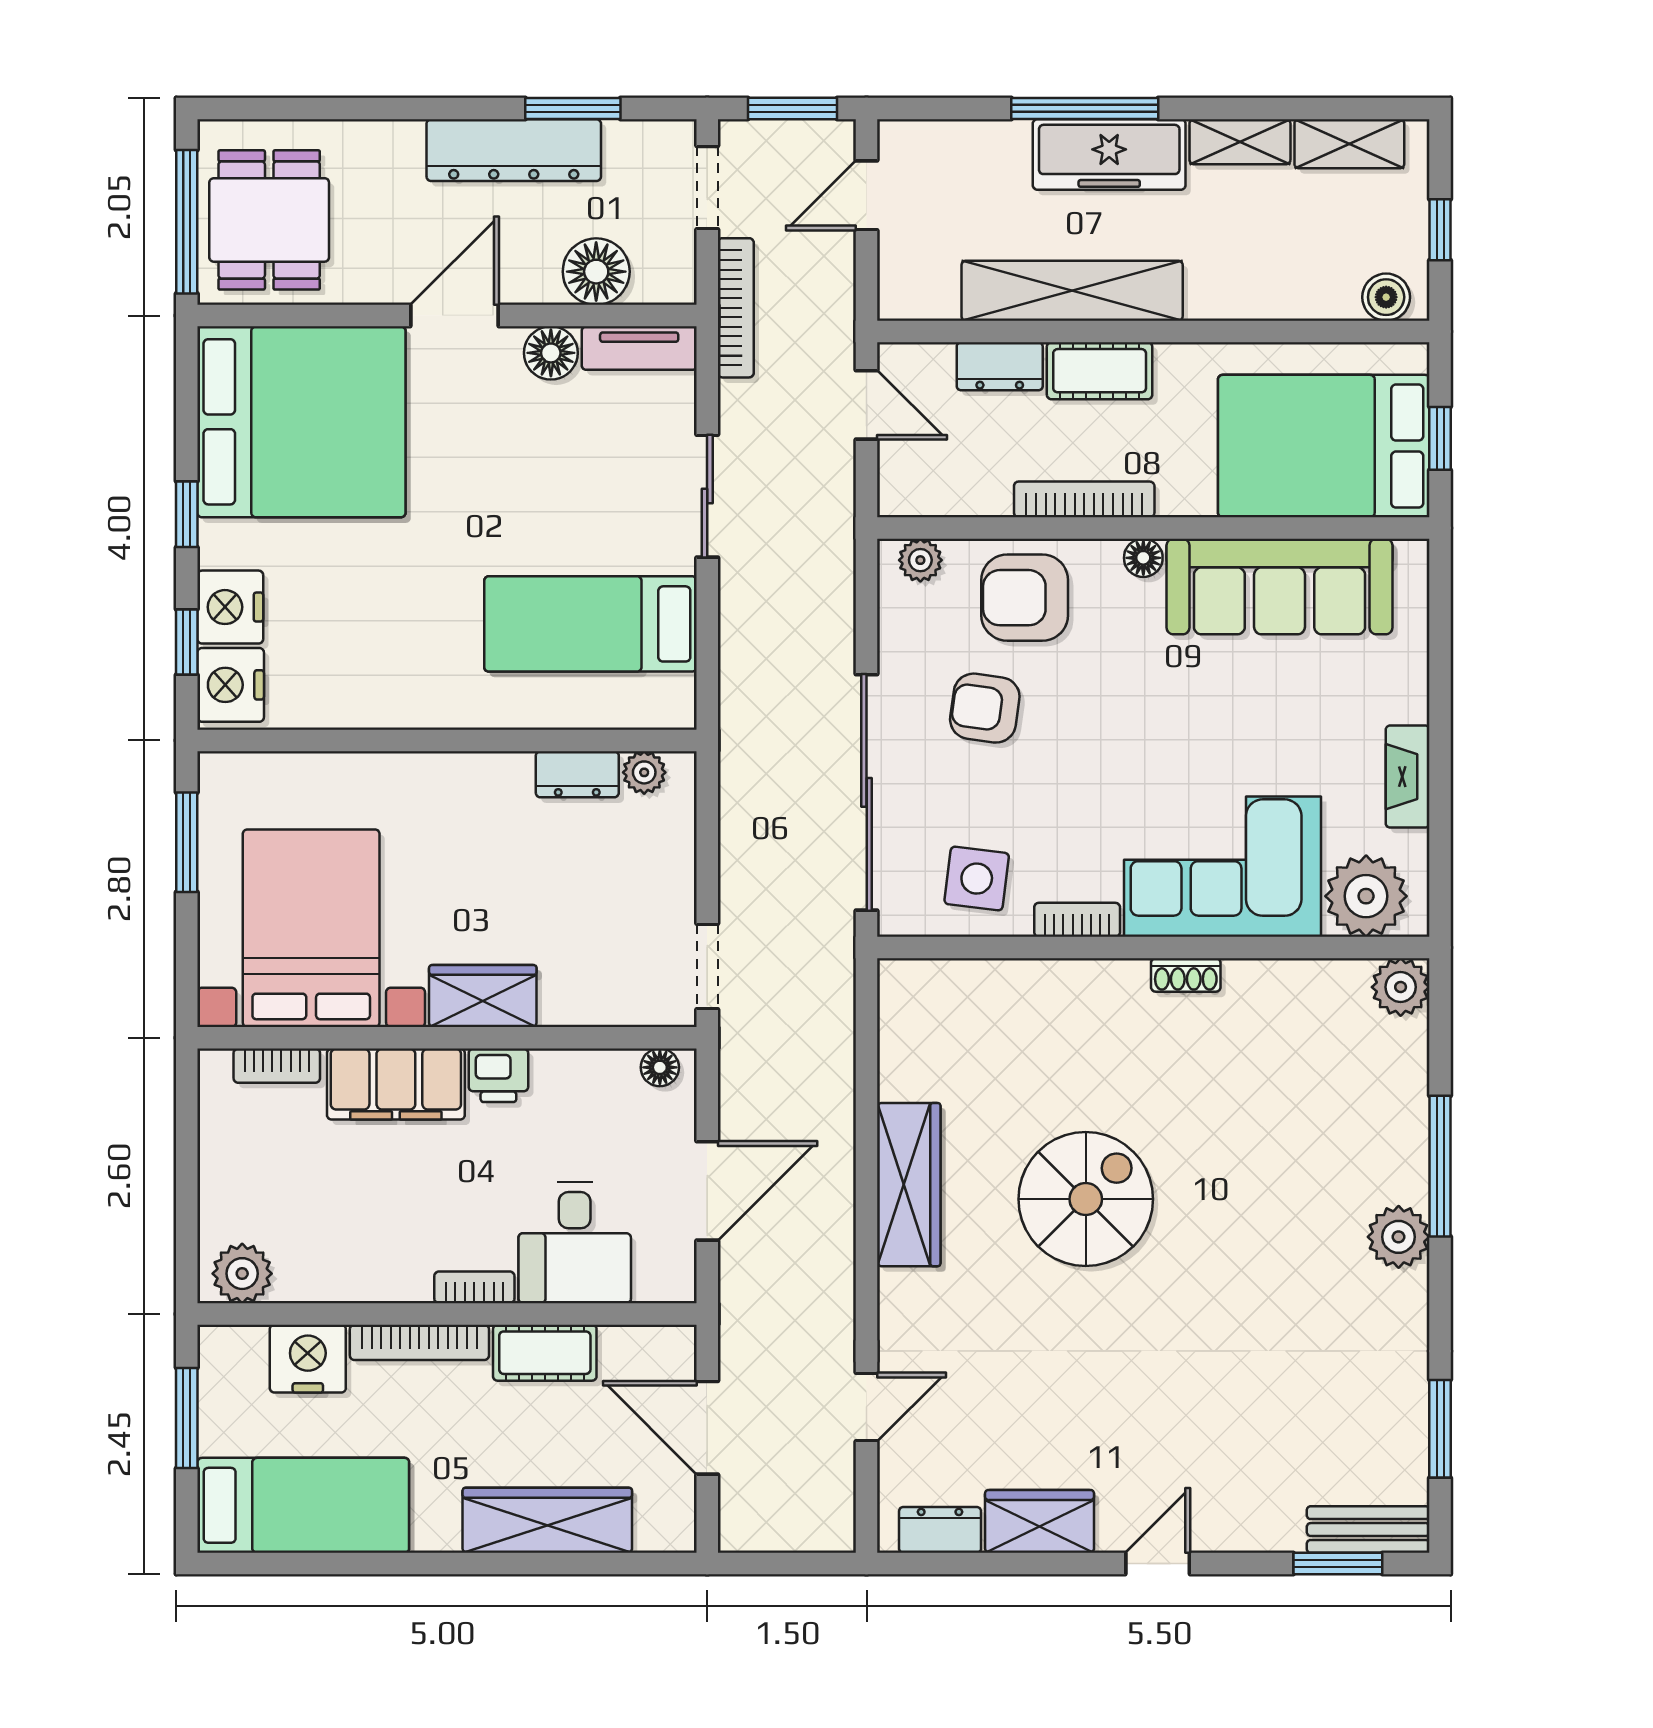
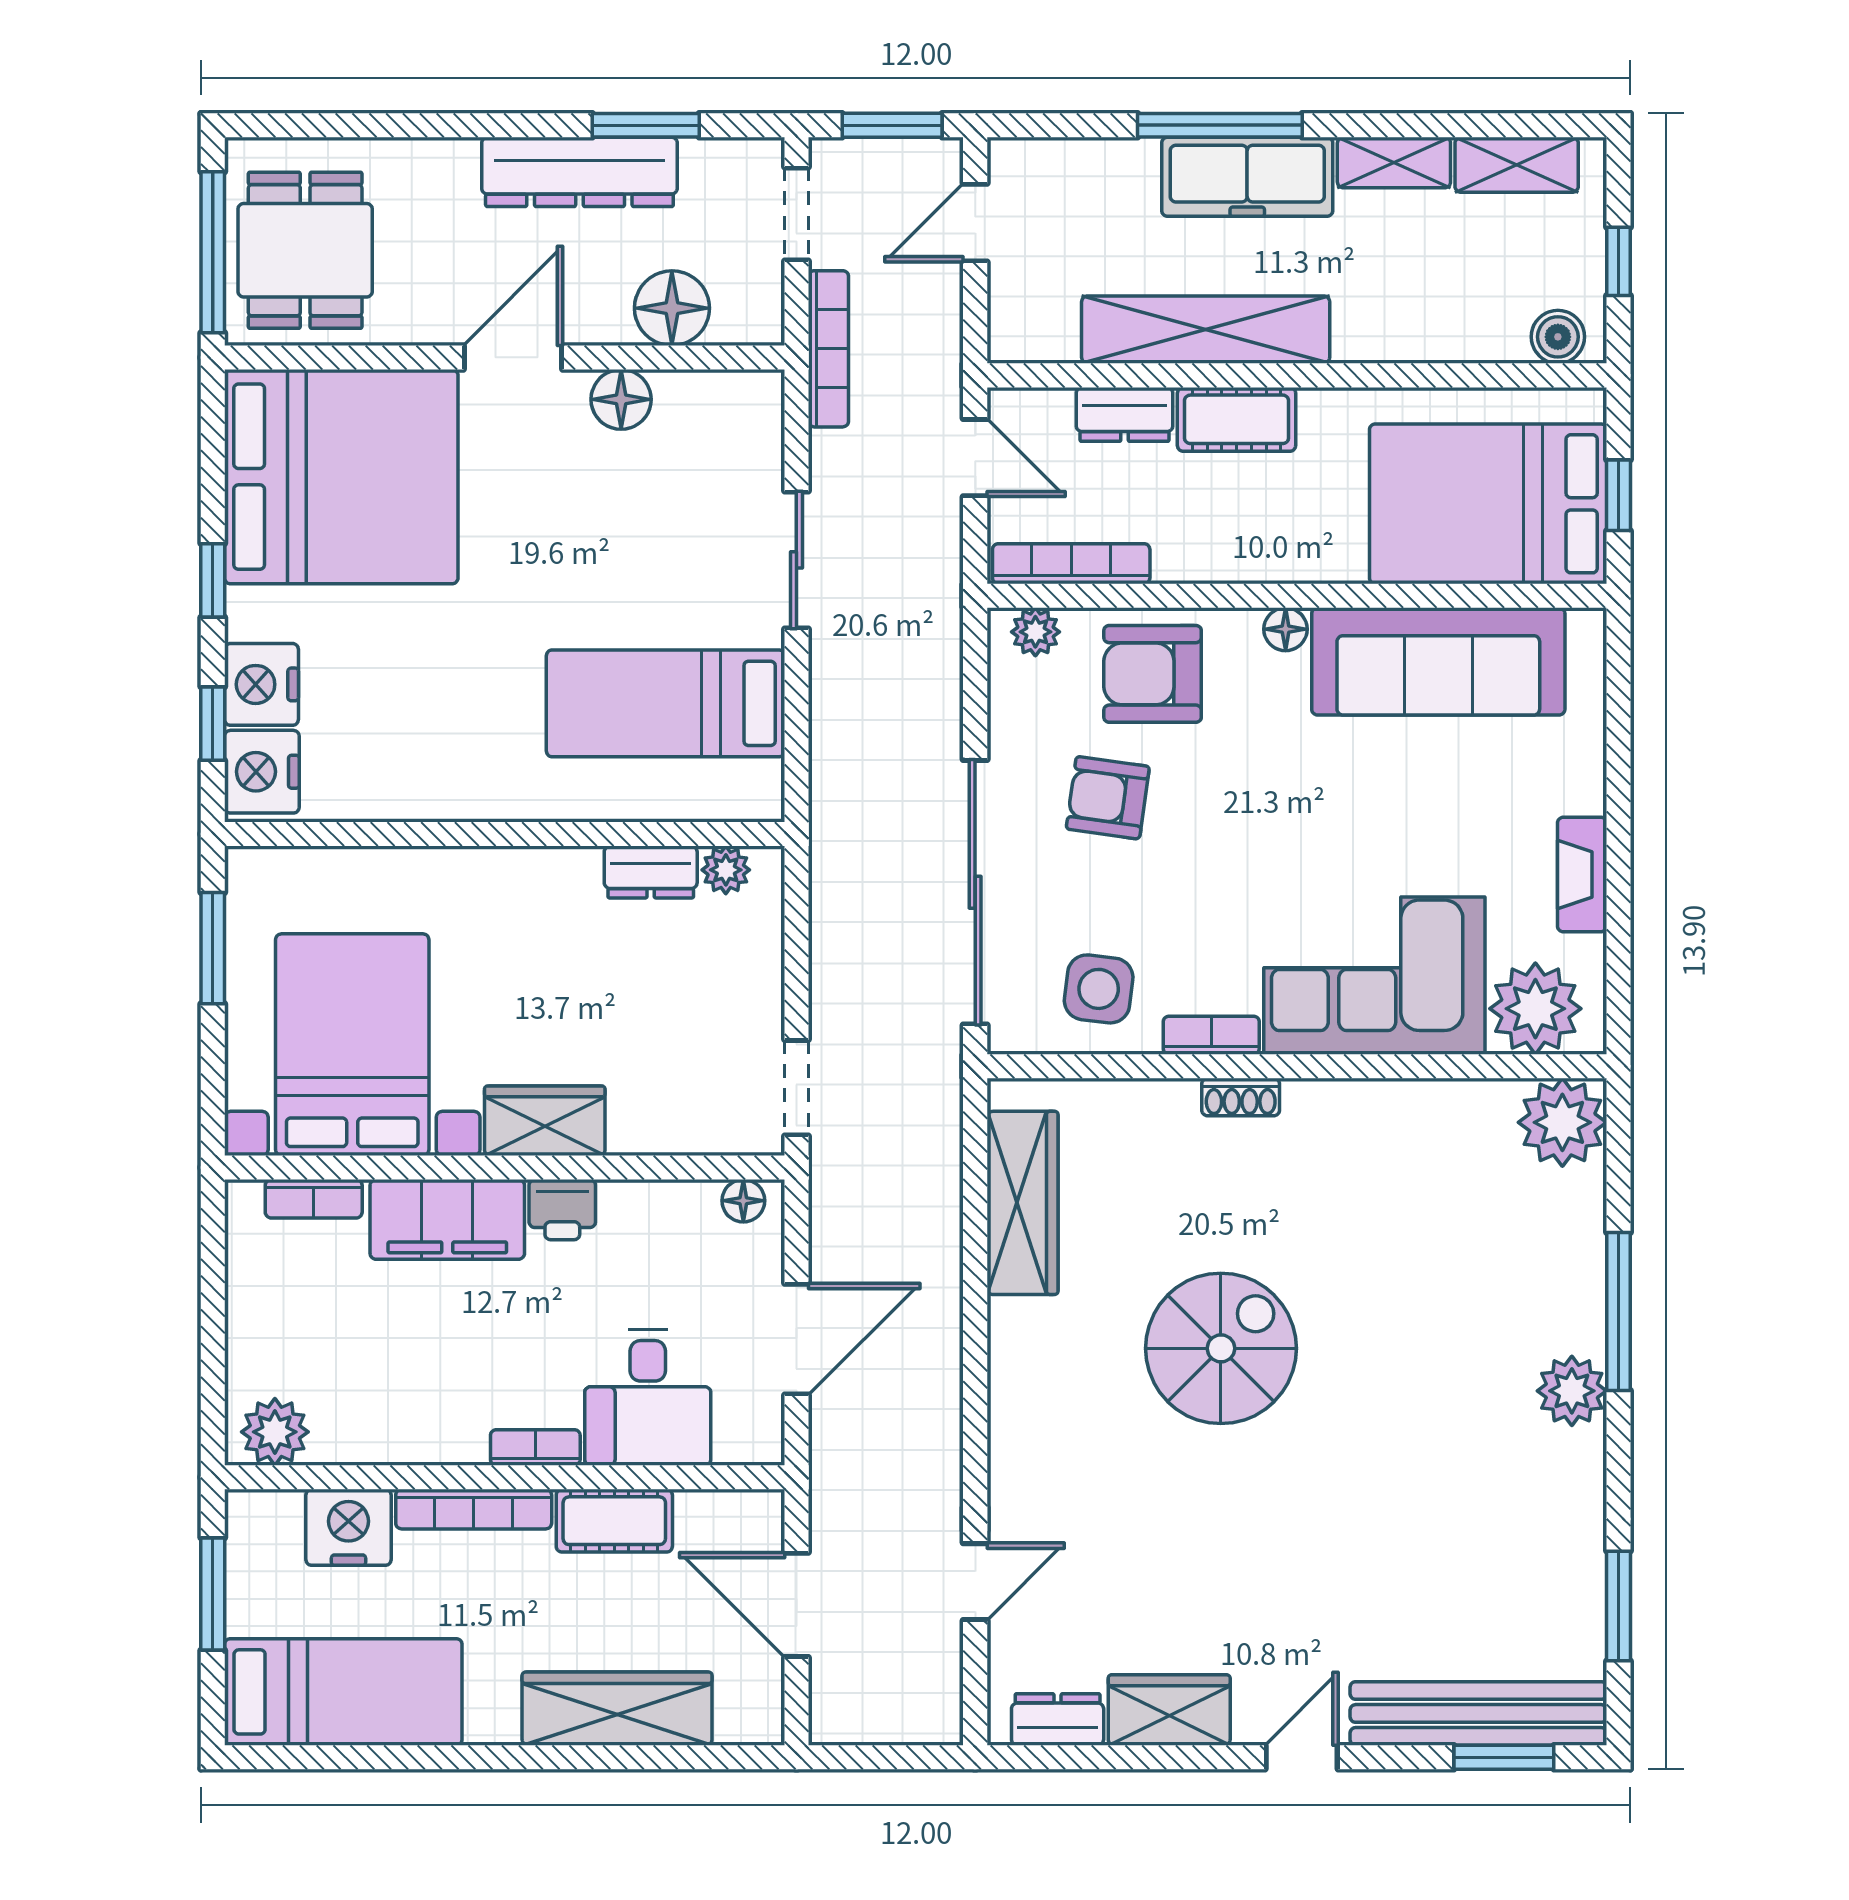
tv unit: (639, 348) -> (720, 394), removed
bookcase: (1084, 499) -> (1071, 564), moved
shoe rack: (1186, 975) -> (1241, 1097), moved
plant: (1401, 987) -> (1562, 1122), width x1.36, depth x1.36
wardrobe: (909, 1185) -> (1023, 1203), moved
bench: (1368, 1530) -> (1478, 1713), width x1.86, depth x1.21

